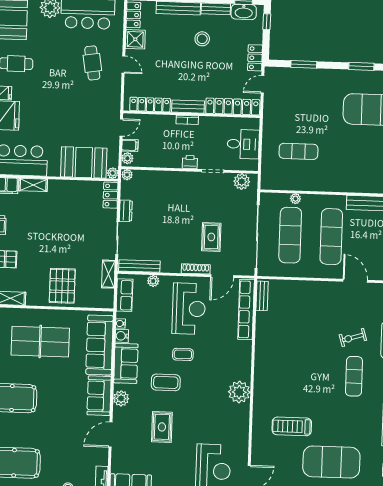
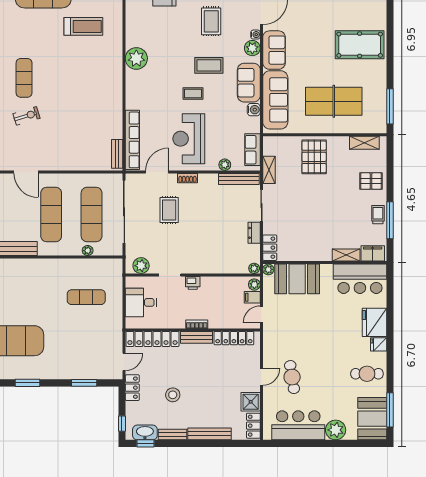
stool: (202, 39) -> (173, 395), moved
door: (123, 64) -> (261, 377), swing flipped
shoe rack: (196, 269) -> (187, 178), width x0.70
water cooler: (120, 324) -> (255, 35), moved

